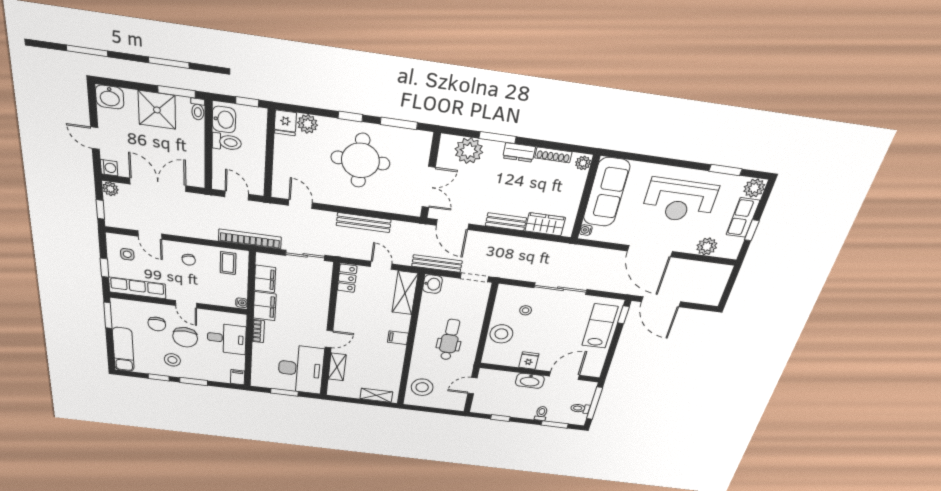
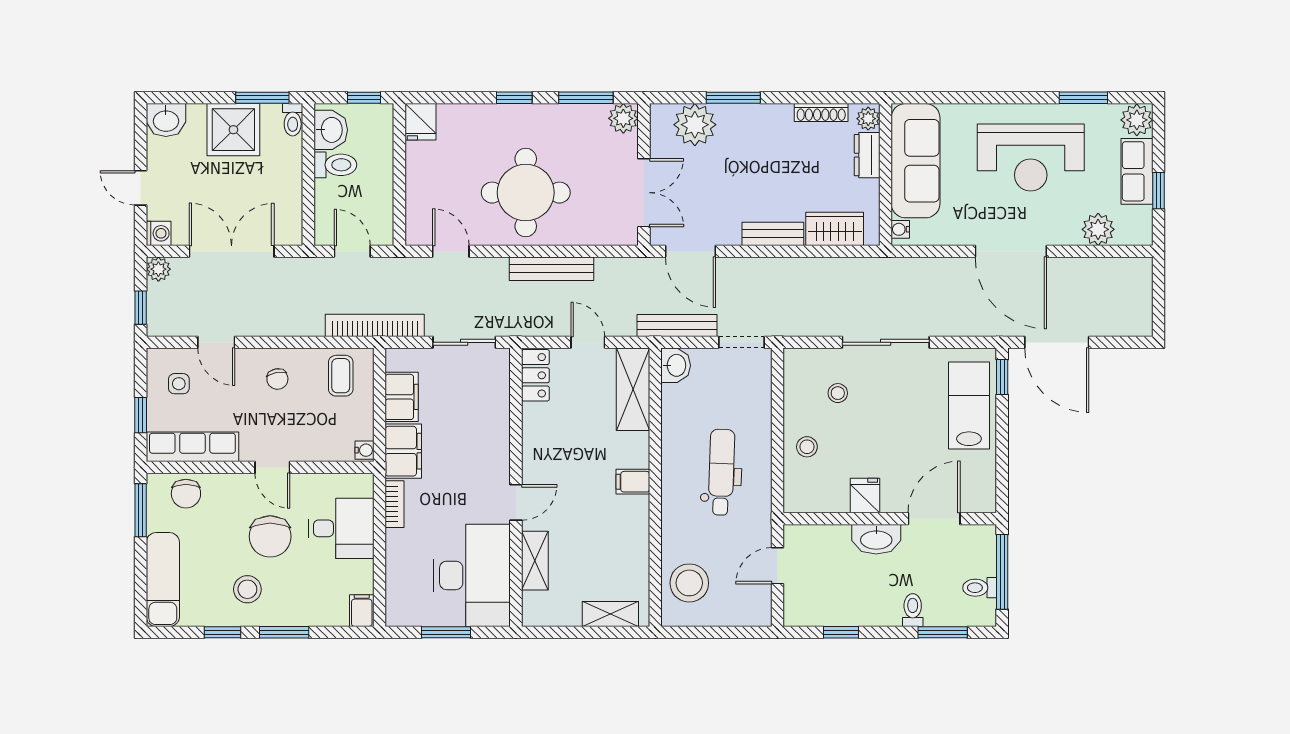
plant: (308, 124) -> (623, 118), moved
dresser: (519, 152) -> (867, 155), moved, turned 90
round table: (360, 160) -> (526, 193), moved
chair: (157, 324) -> (186, 494), moved
stool: (501, 334) -> (807, 447), width x0.53, depth x0.53

